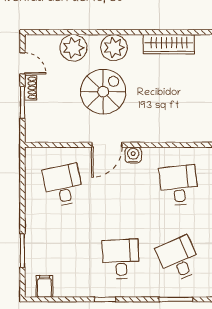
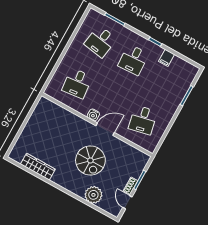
plant: (114, 48) -> (70, 182), removed
spiral stairs: (103, 92) -> (90, 161), turned -90
desk: (179, 259) -> (100, 41), turned 33
filing cabinet: (44, 286) -> (167, 58), moved

